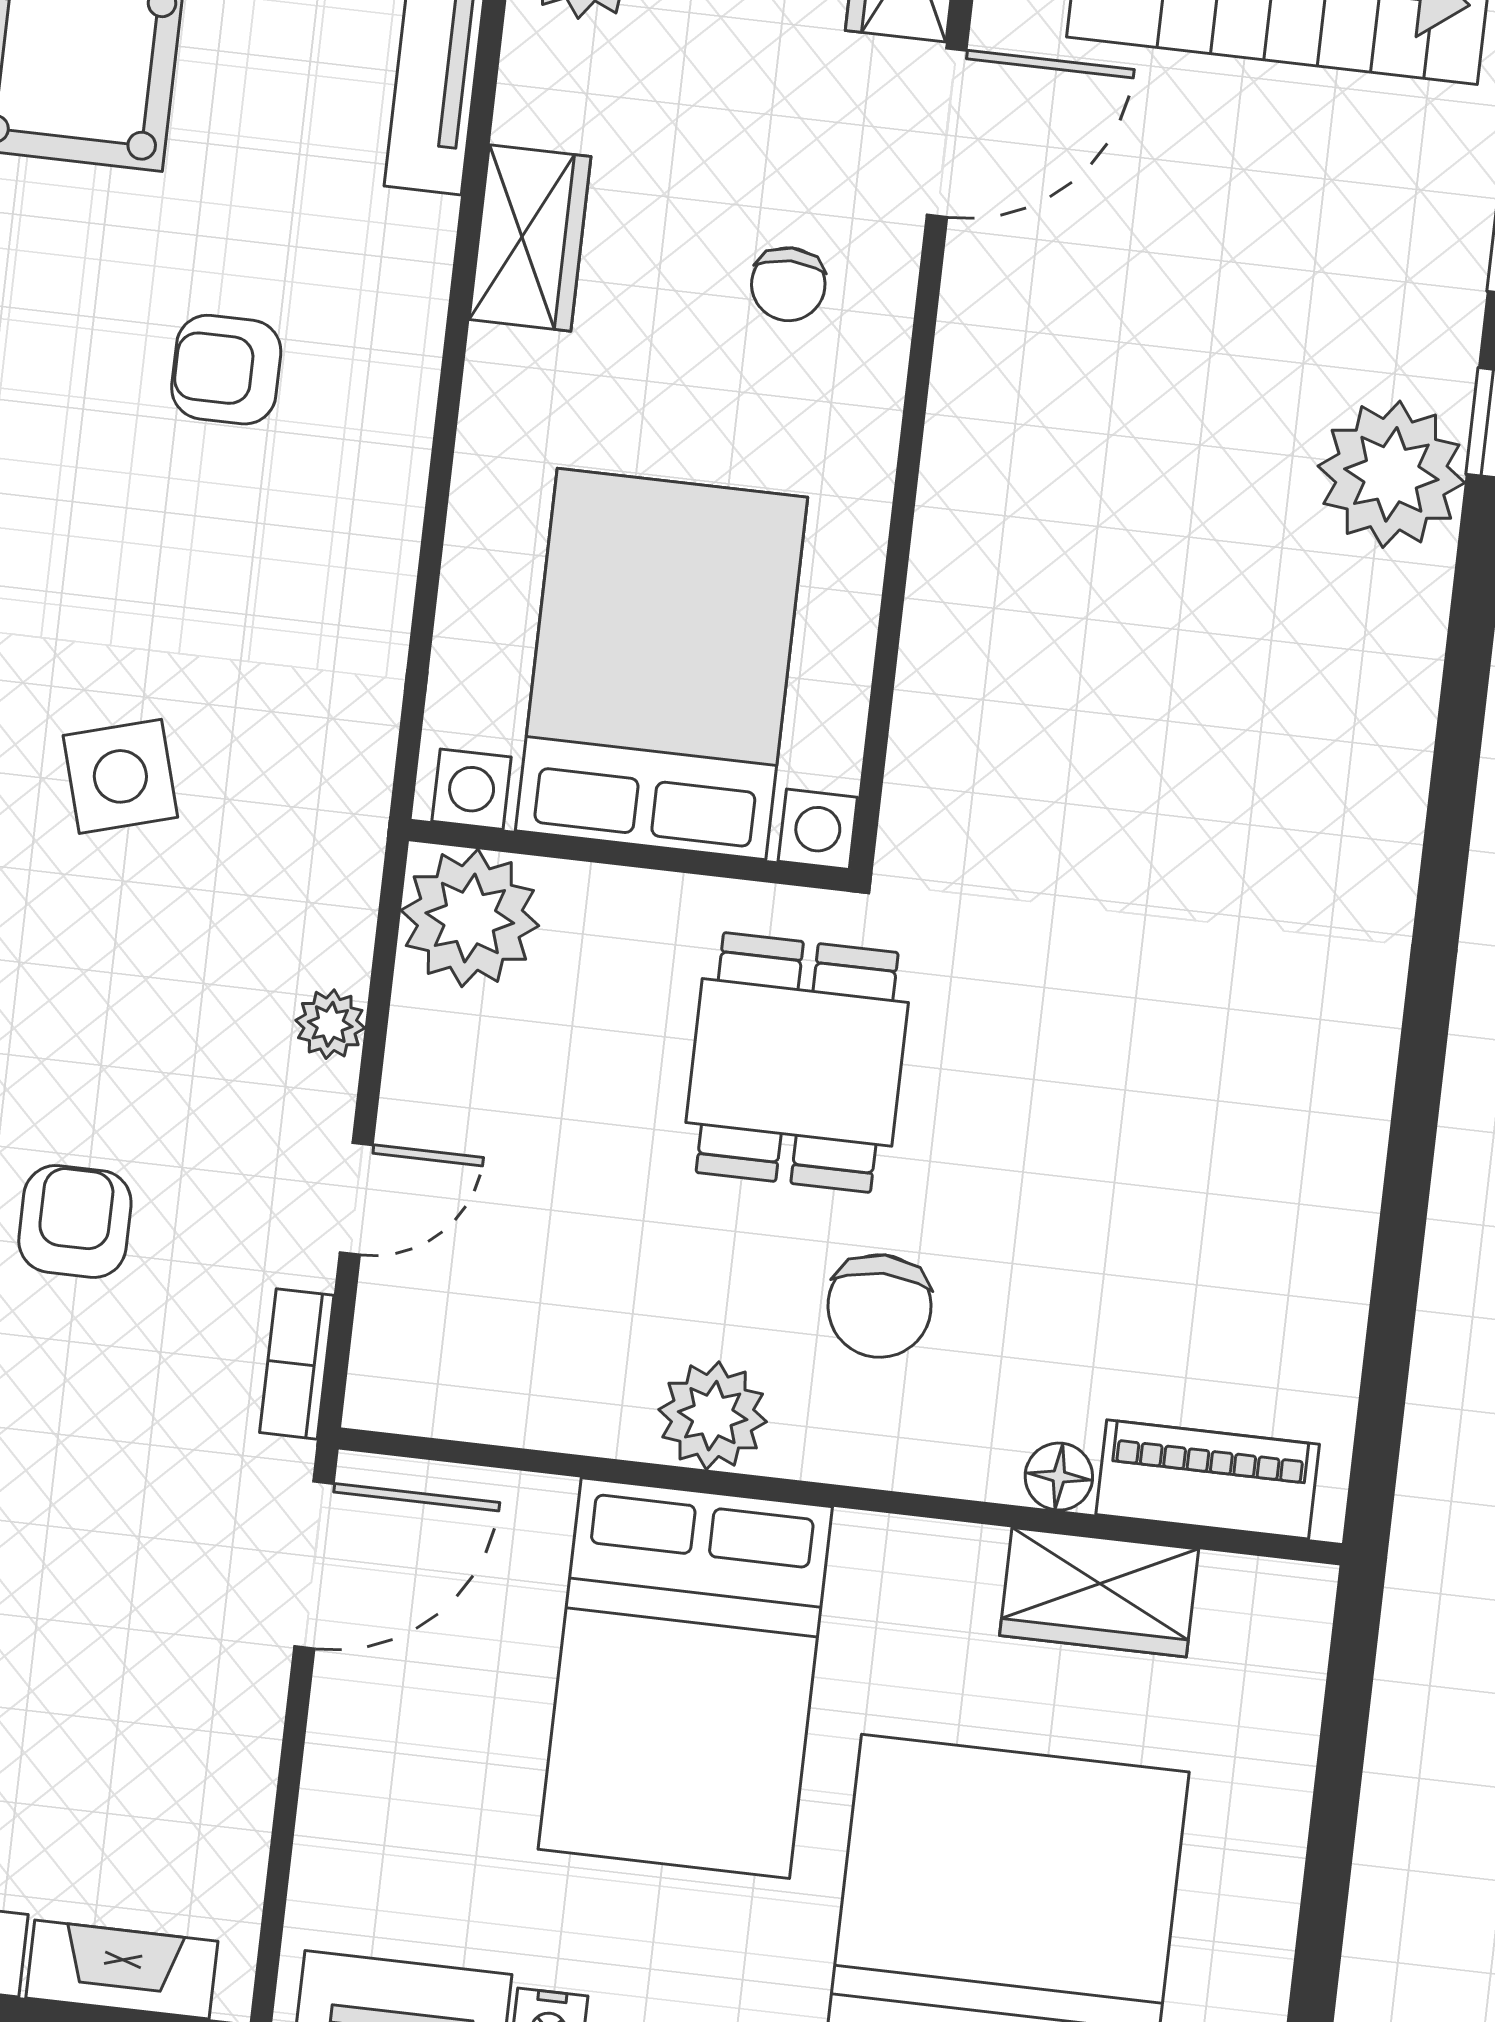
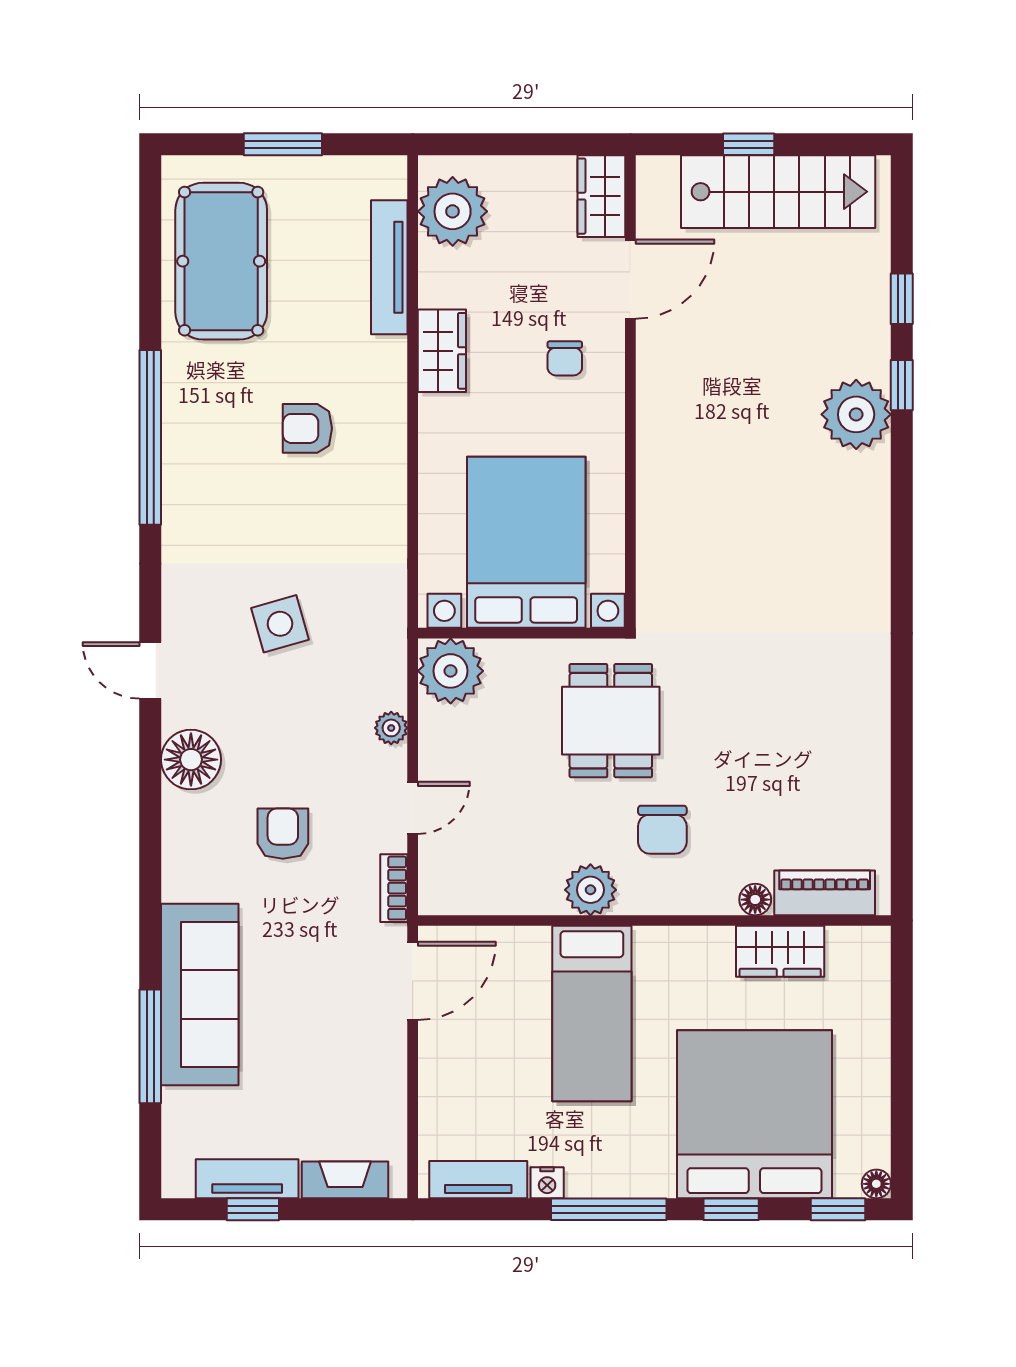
bed: (685, 1678) -> (592, 1014), width x0.67

